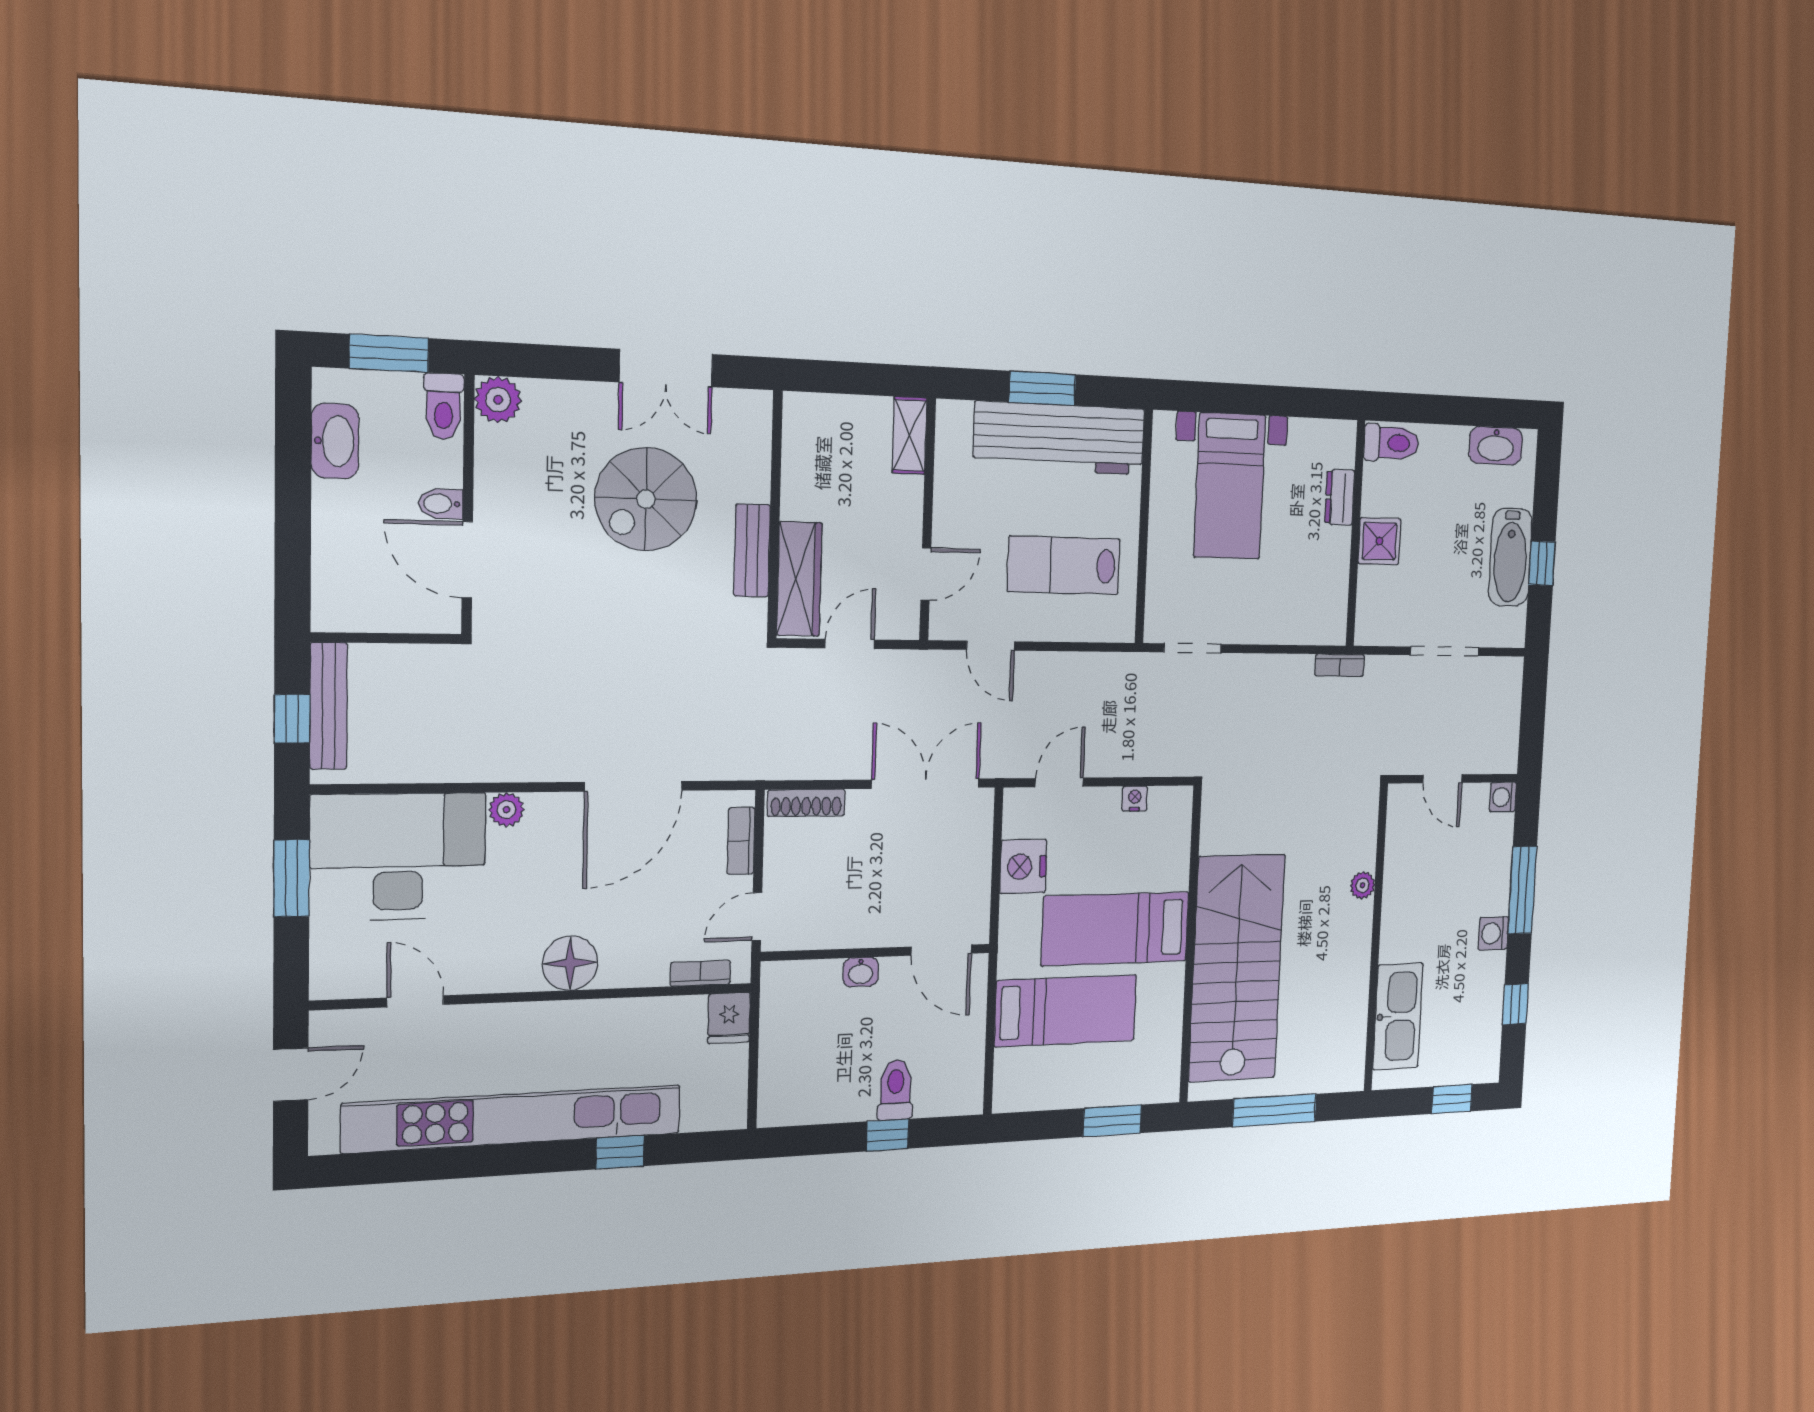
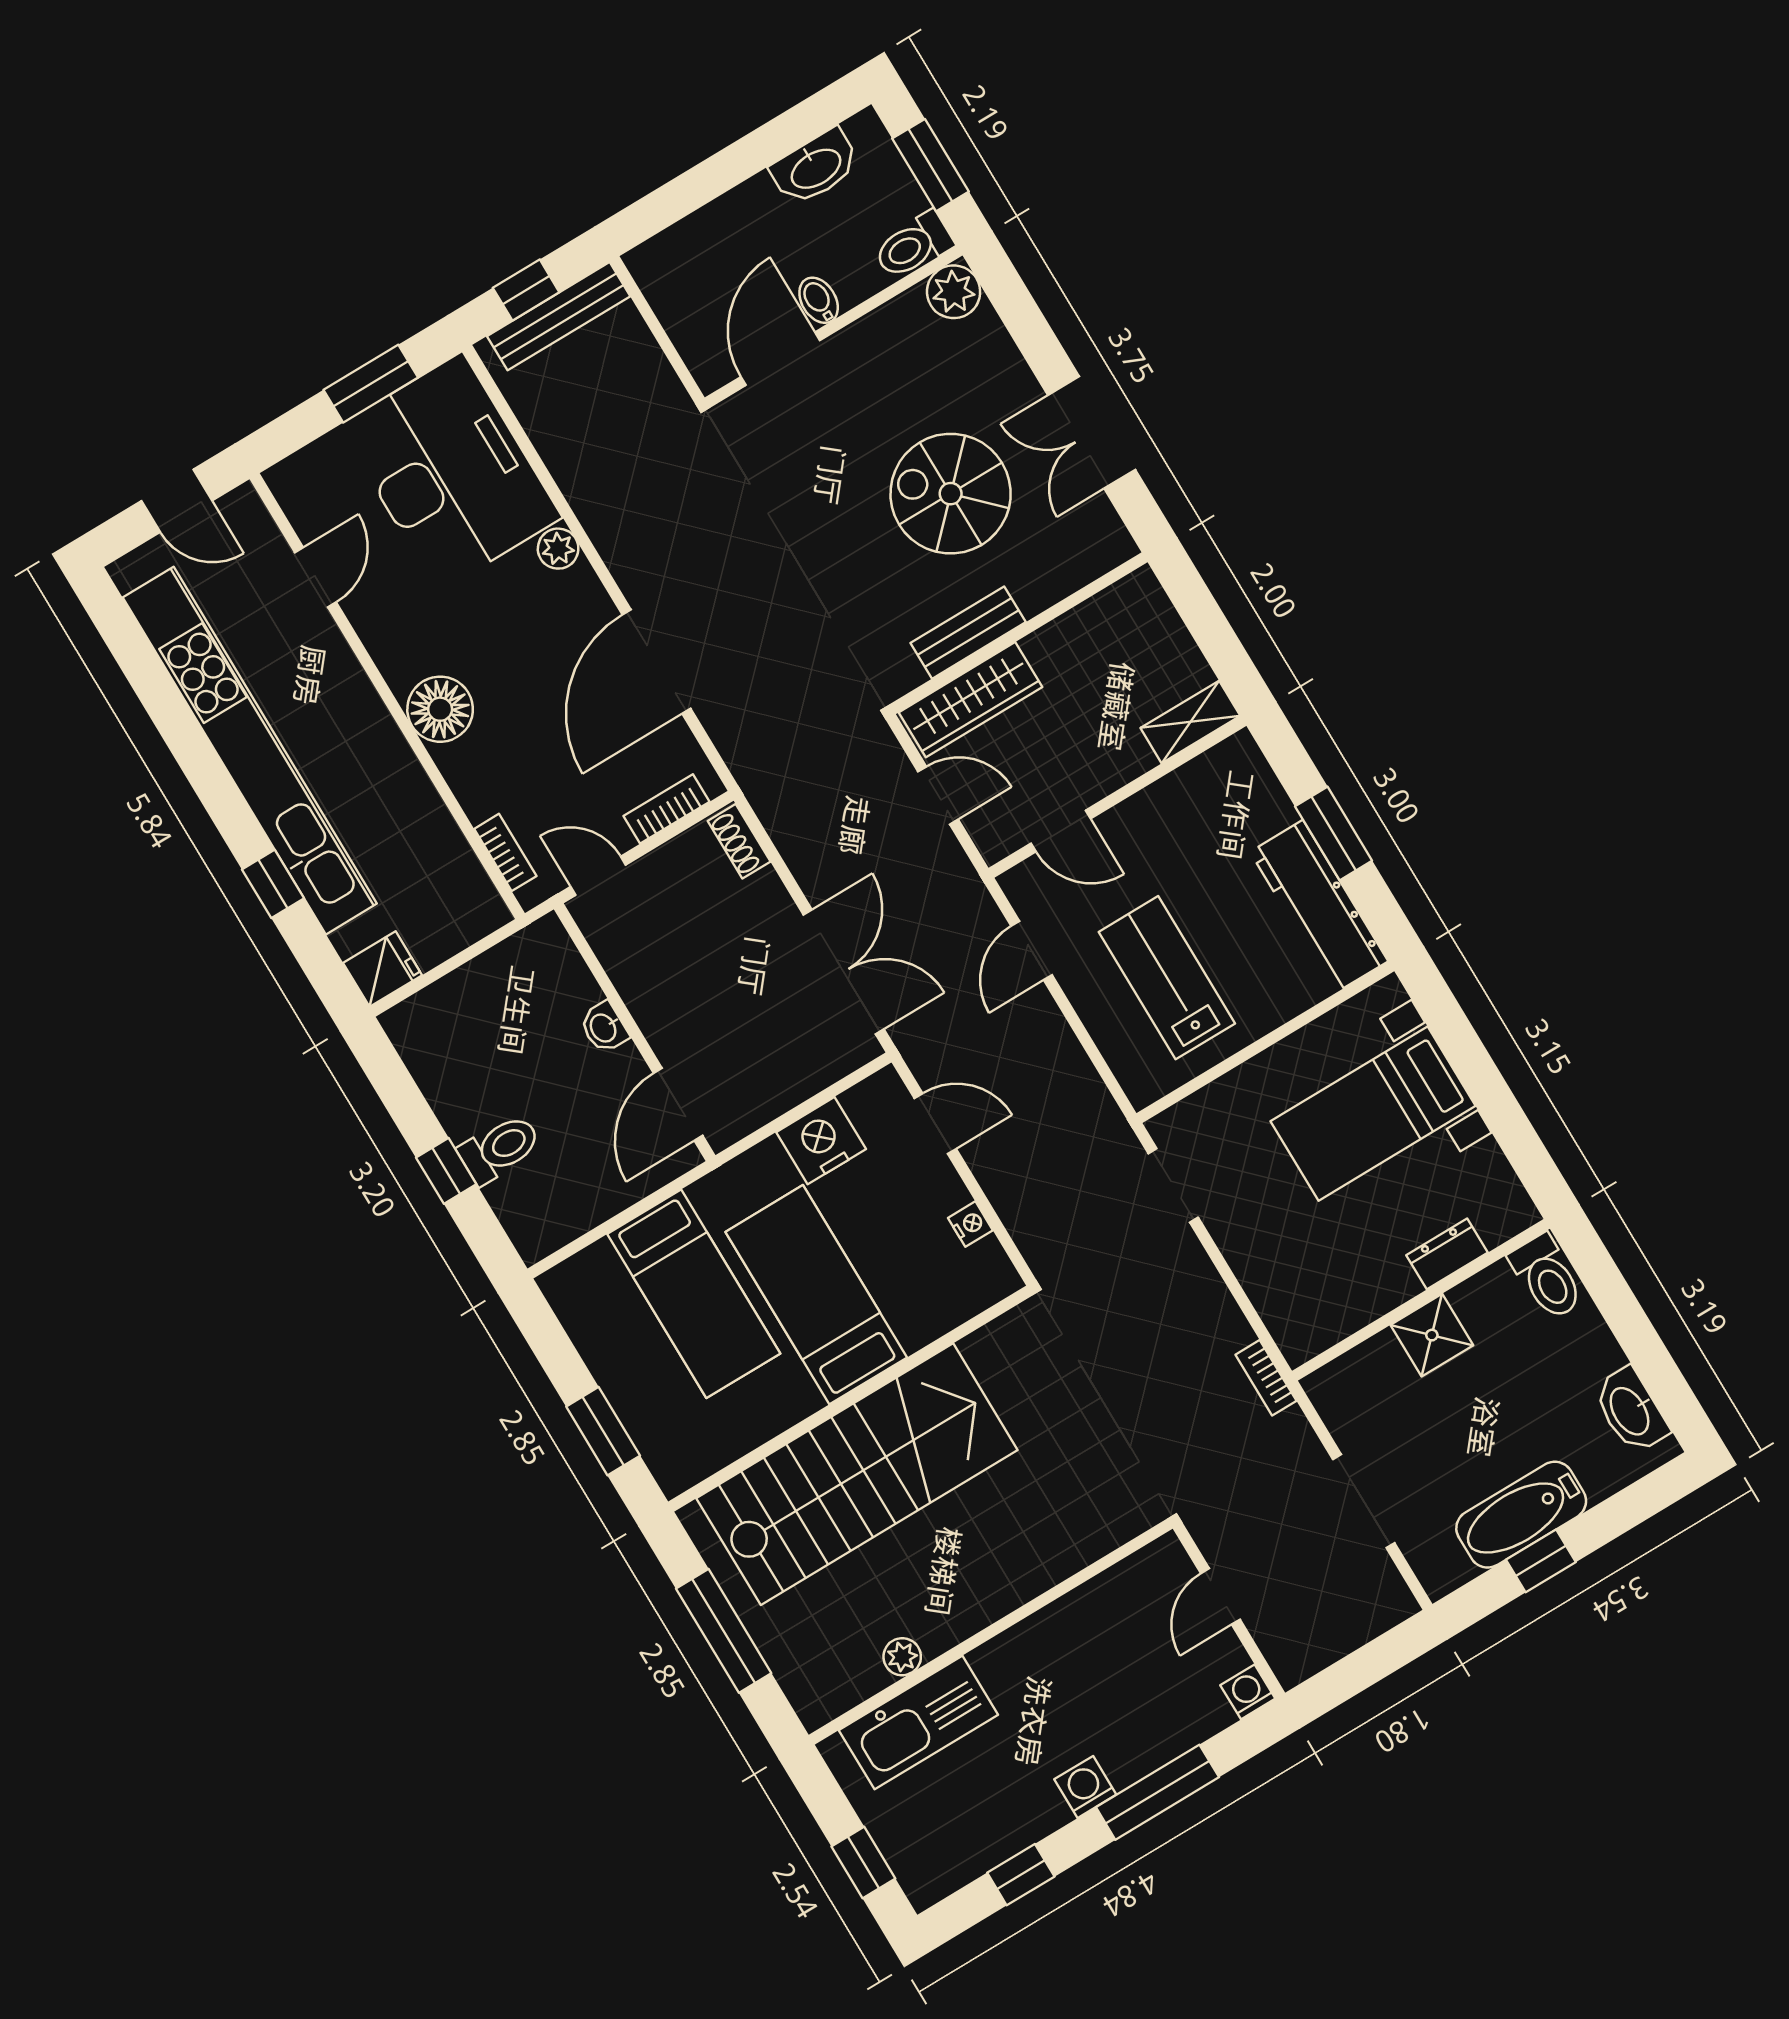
workbench: (1059, 438) -> (1319, 907), width x0.73, depth x0.76
door: (634, 786) -> (657, 662), hinge flipped
shoe rack: (806, 803) -> (739, 841), width x0.70
plant: (1362, 885) -> (902, 1657), moved
fridge: (729, 1018) -> (383, 969), moved, turned 180

